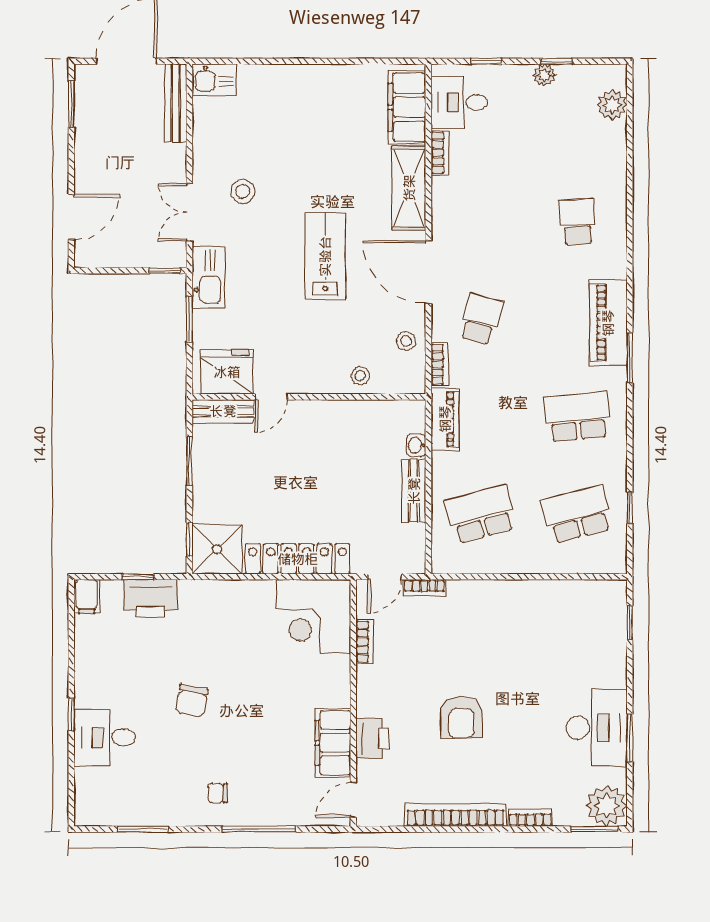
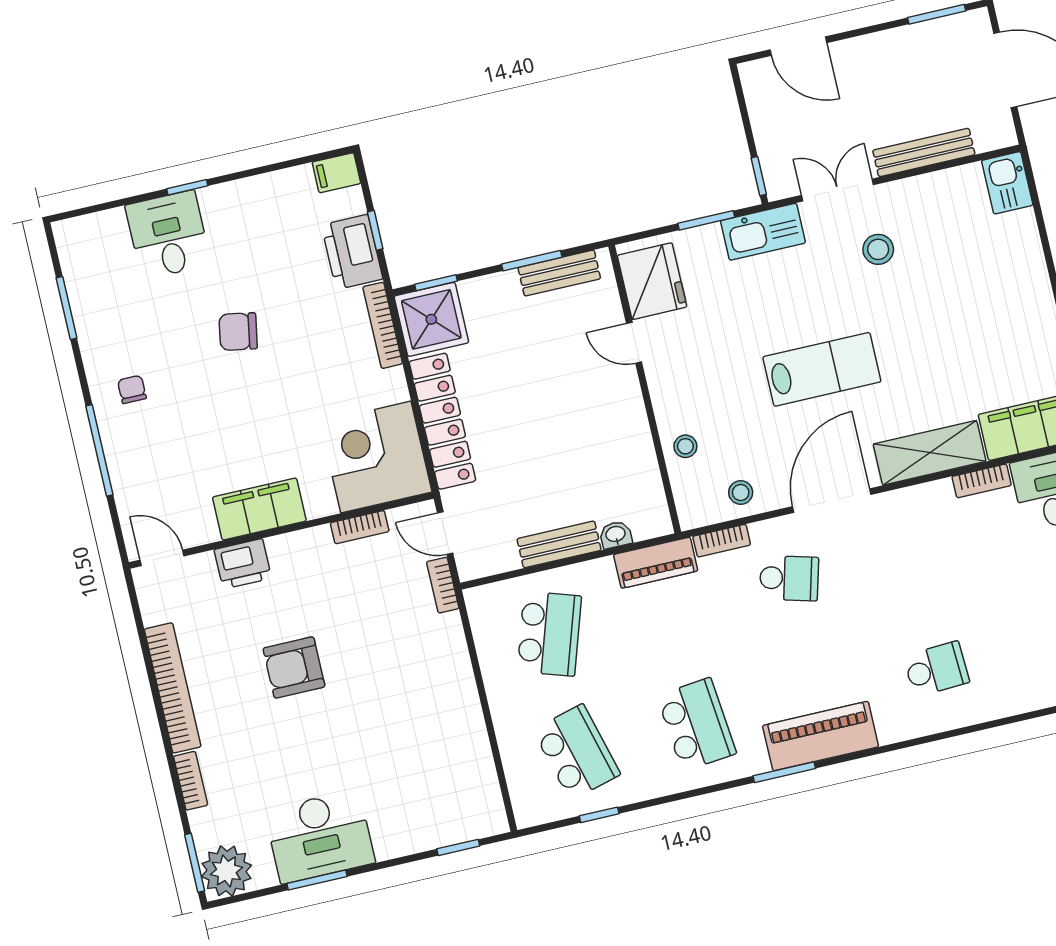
bench: (176, 103) -> (924, 152), moved
bench: (223, 411) -> (559, 273), moved, turned 90
school desk: (481, 514) -> (549, 634), turned 33
bookcase: (213, 588) -> (383, 325), added
filing cabinet: (333, 743) -> (259, 509), moved

